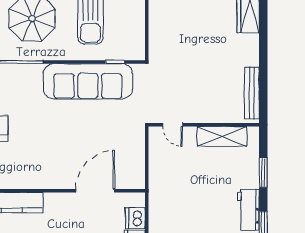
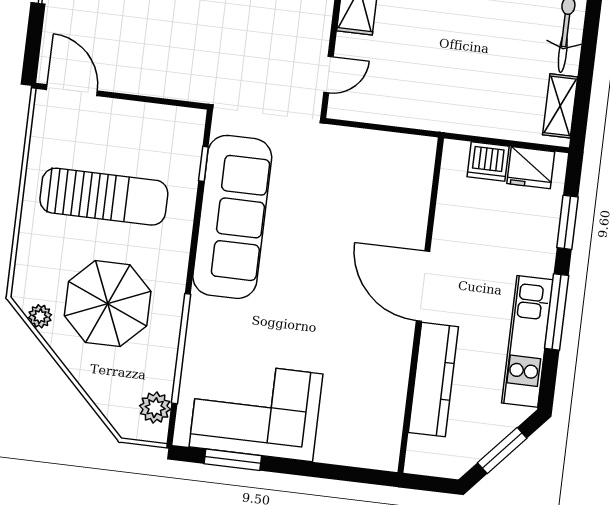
door: (95, 191) -> (423, 286), moved

